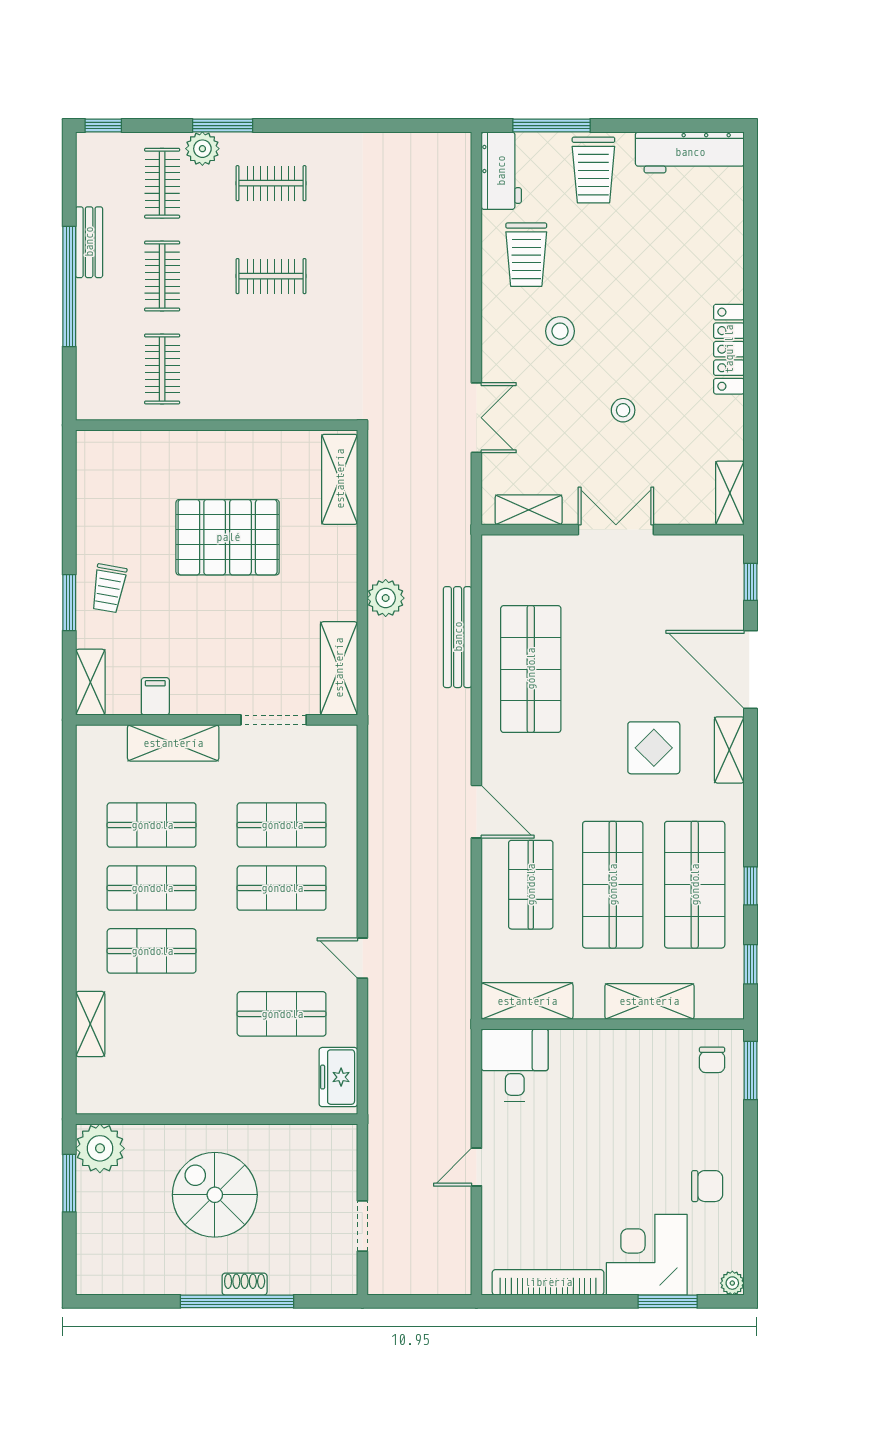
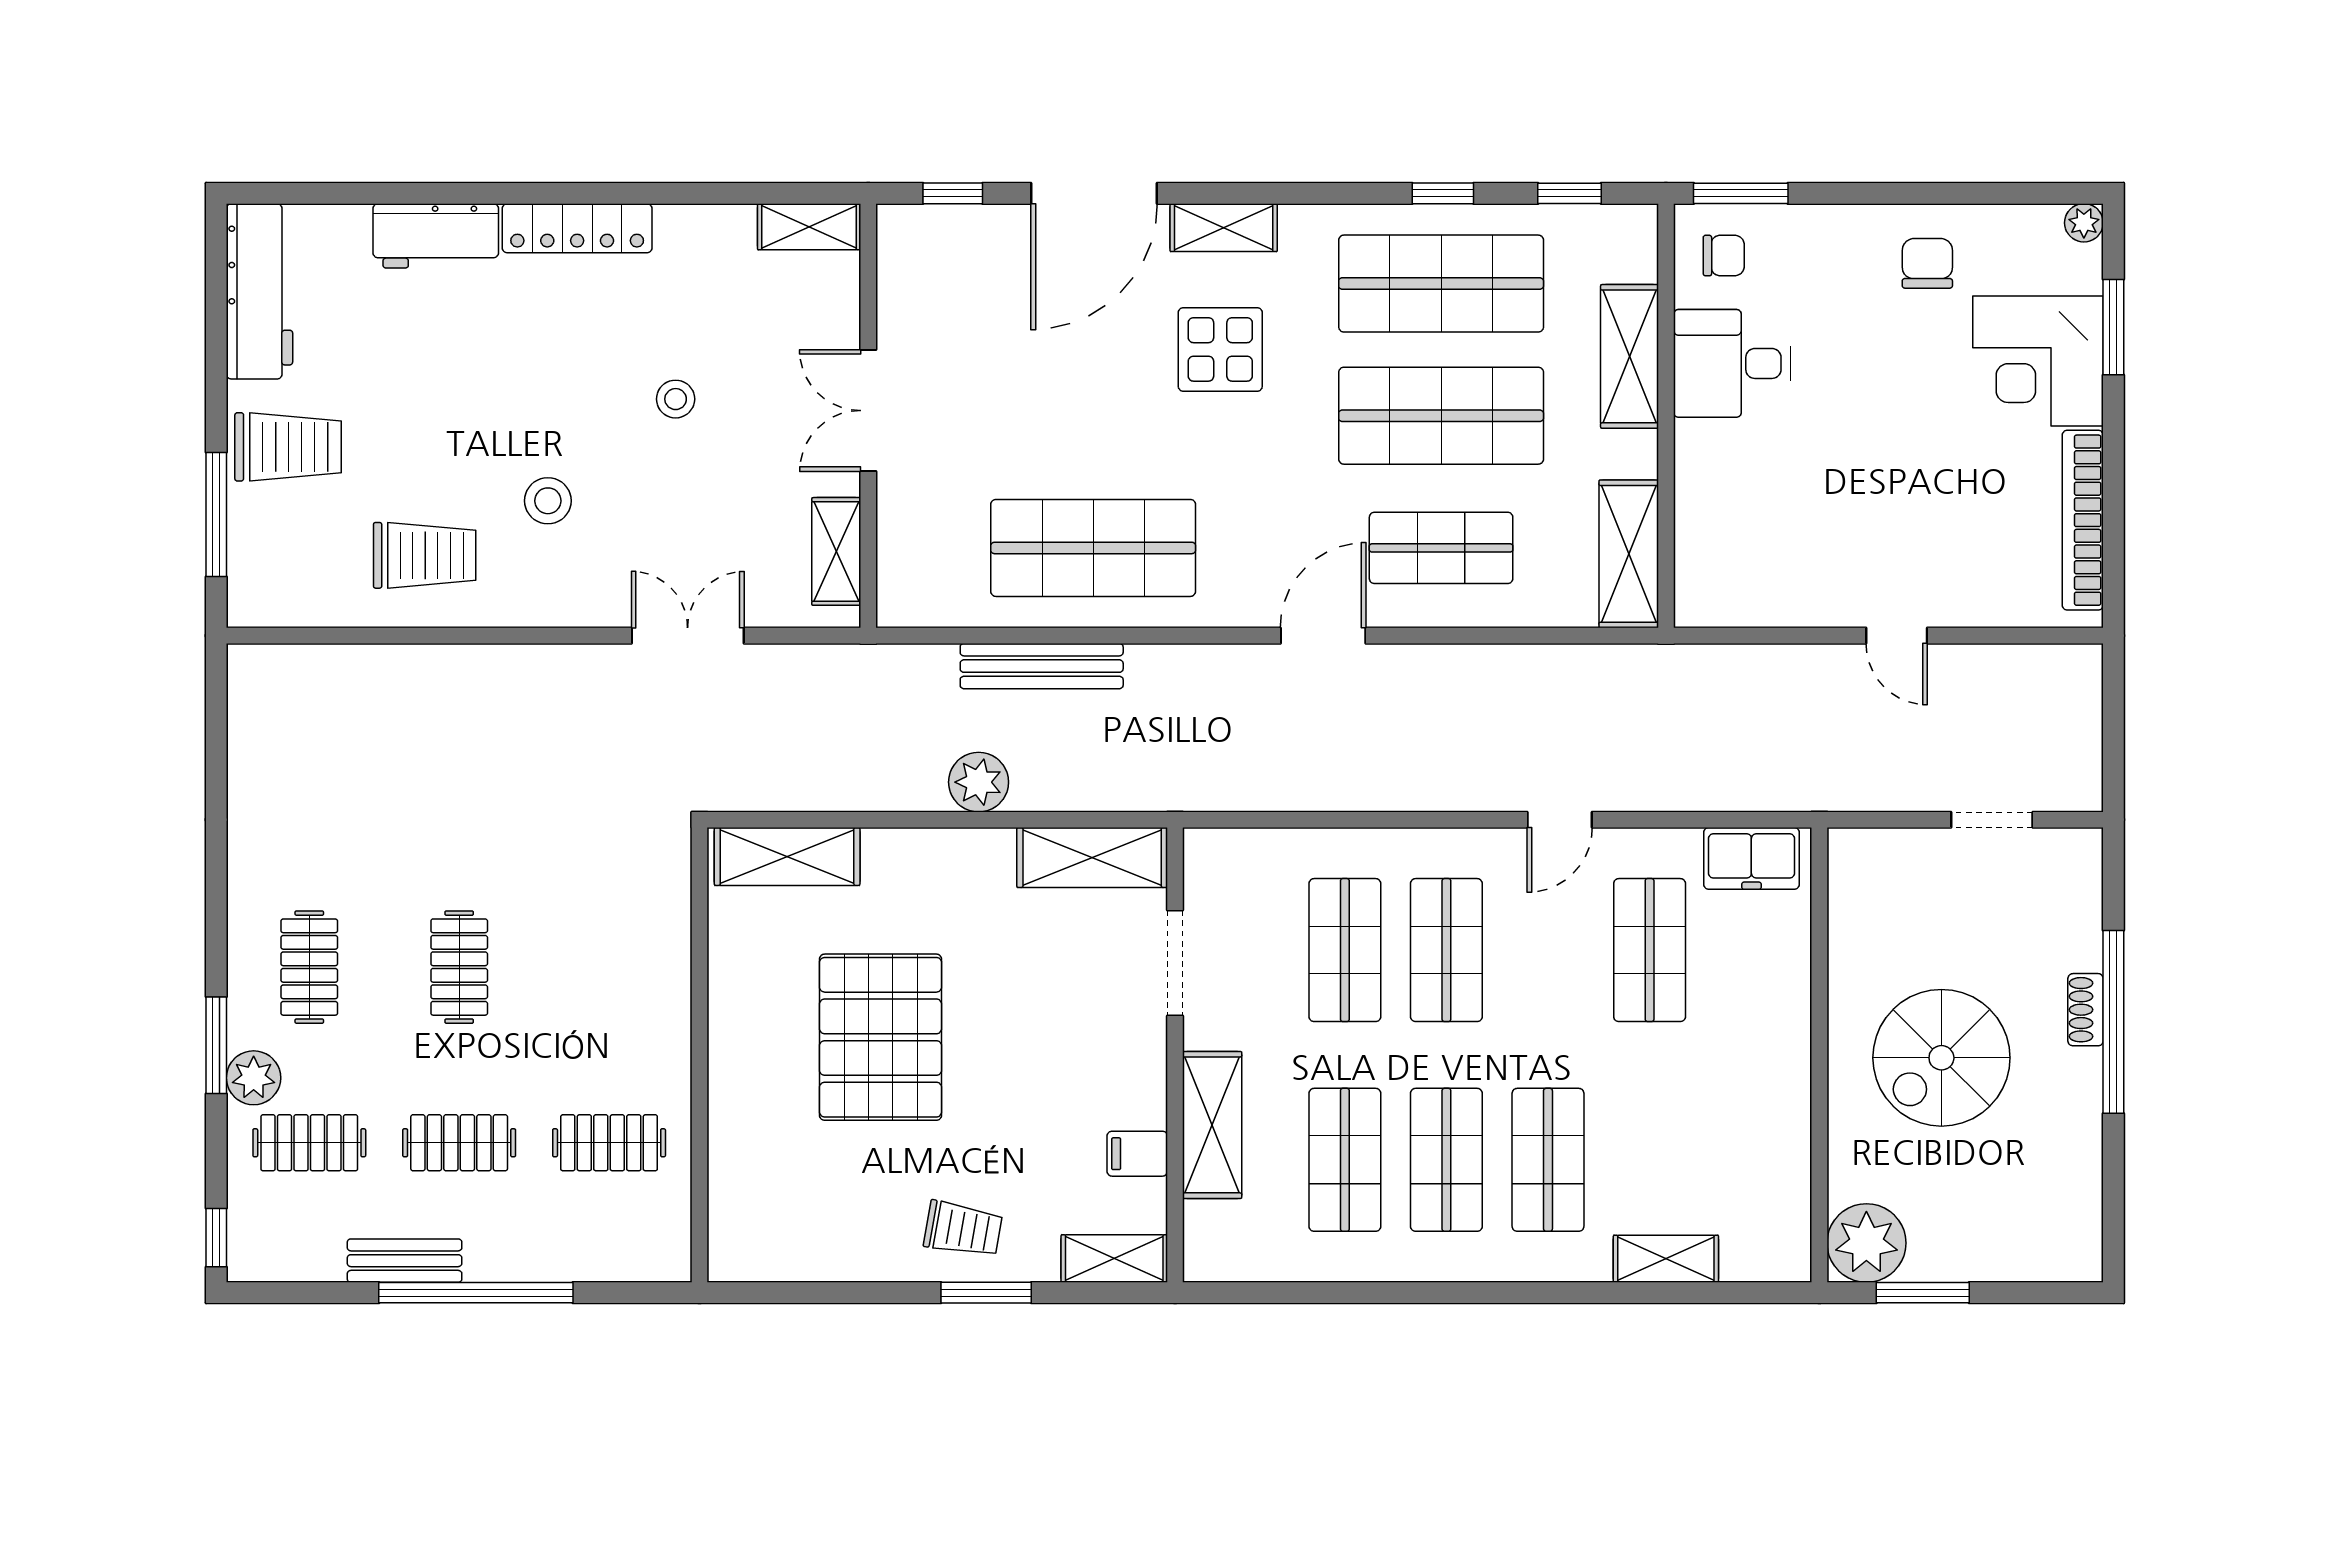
workbench: (501, 171) -> (436, 236), moved, turned 180
desk: (515, 1065) -> (1732, 363), moved

